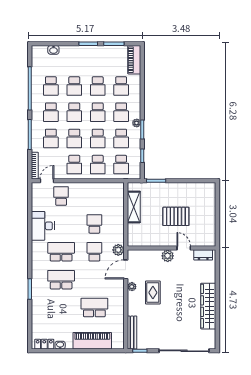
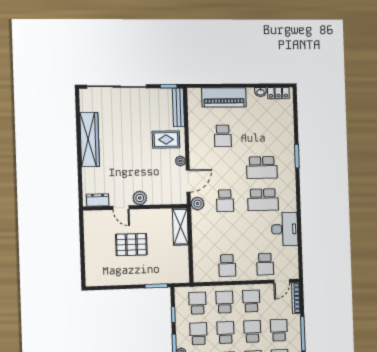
shelving: (134, 207) -> (180, 227), moved
school desk: (94, 224) -> (227, 265), moved
rug: (153, 293) -> (166, 140), moved, turned 90
school desk: (94, 308) -> (223, 136), width x0.54

